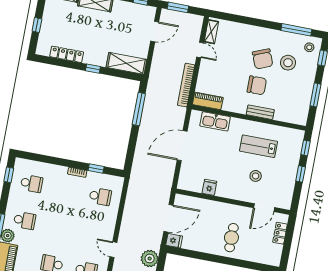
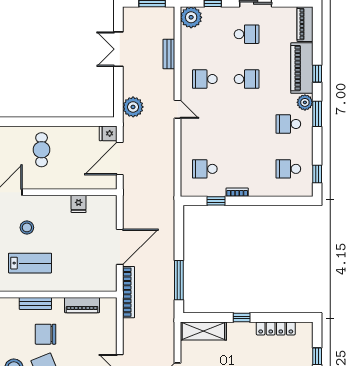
bookcase: (186, 85) -> (129, 292), moved
piano: (208, 101) -> (82, 305), moved
kitchen sink: (215, 121) -> (87, 283), removed

